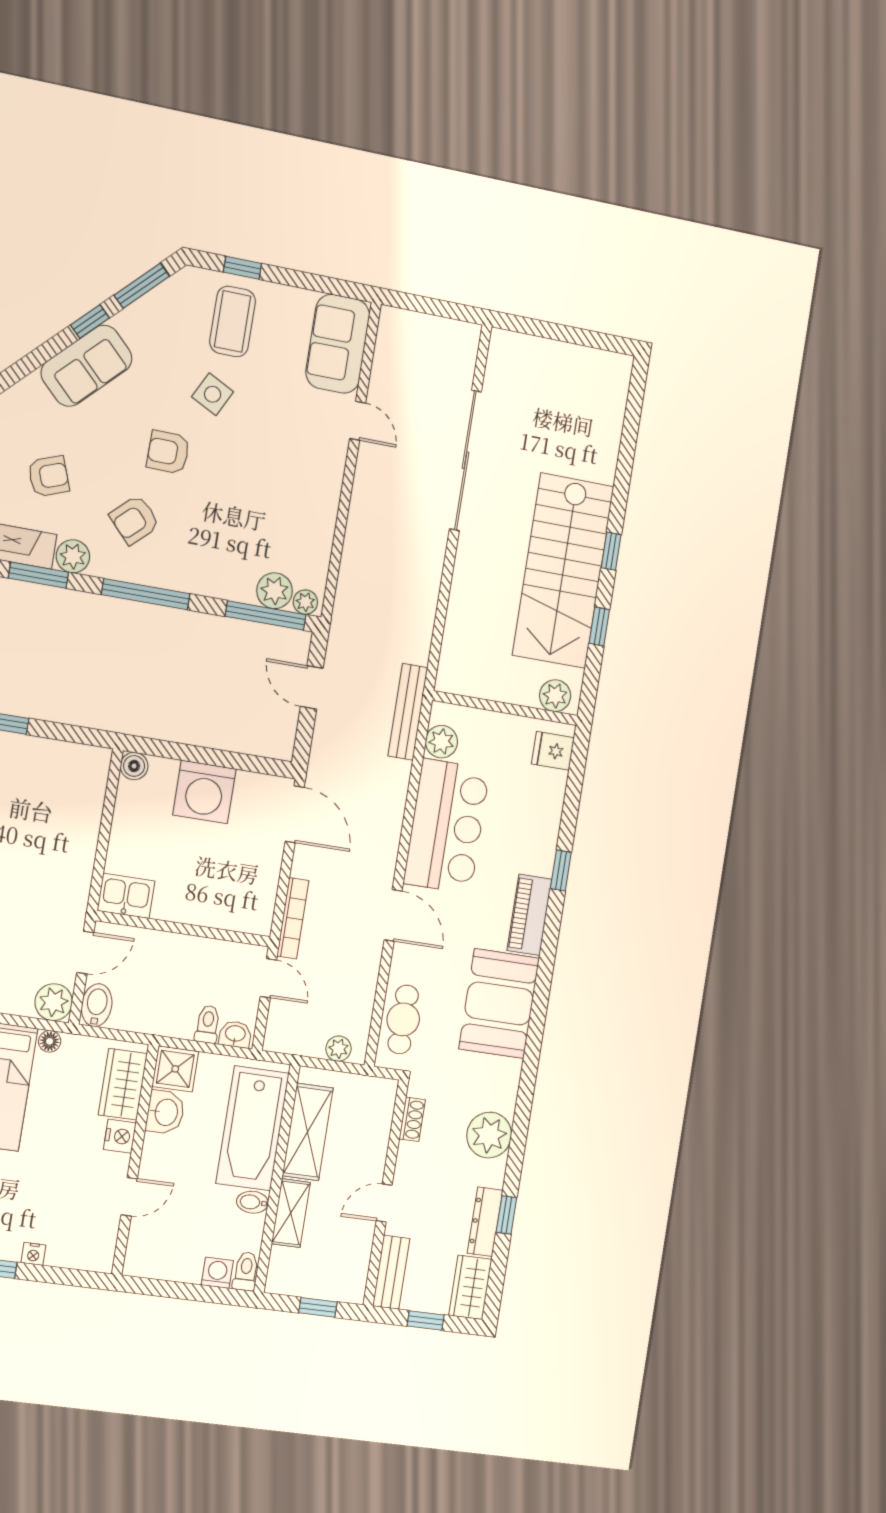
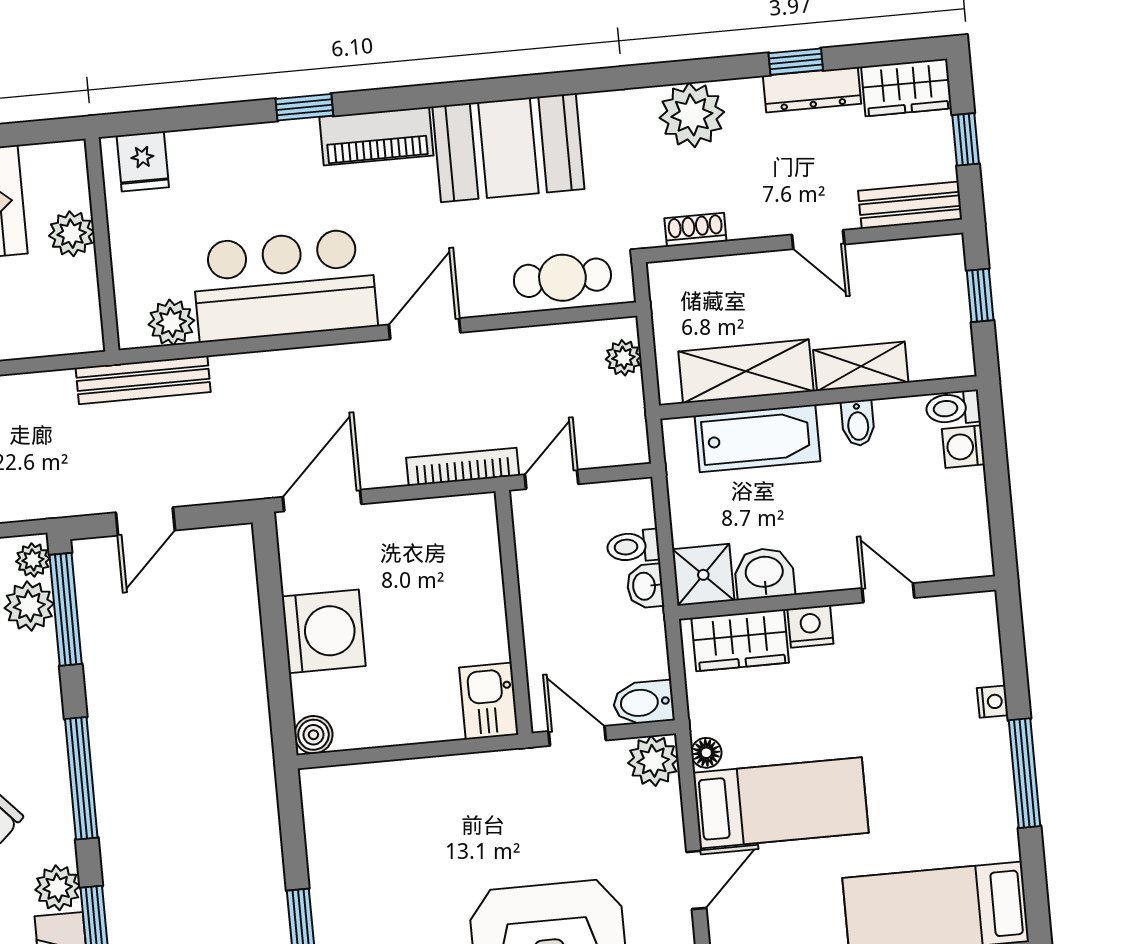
plant: (555, 696) -> (72, 234), moved
washbasin: (235, 1034) -> (645, 586), moved
bathtub: (252, 1128) -> (757, 438), width x0.73, depth x0.73

